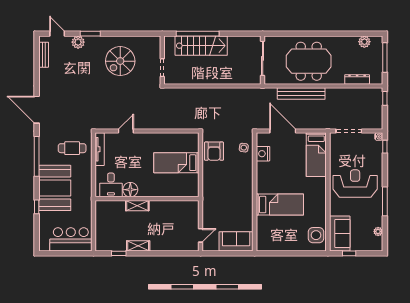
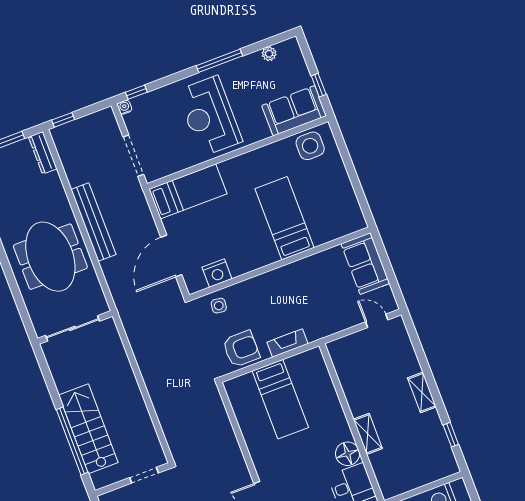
dresser: (357, 79) -> (43, 153), moved
bench: (301, 94) -> (93, 222), moved
fireplace: (207, 179) -> (287, 343), added
shelving: (138, 246) -> (422, 392), moved

